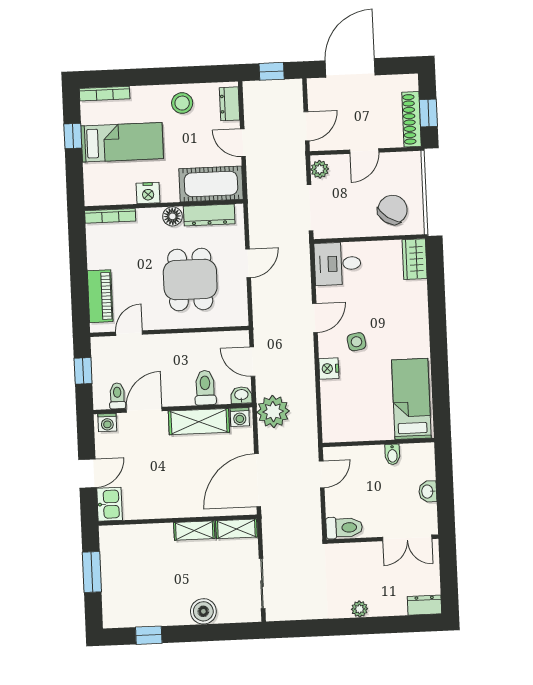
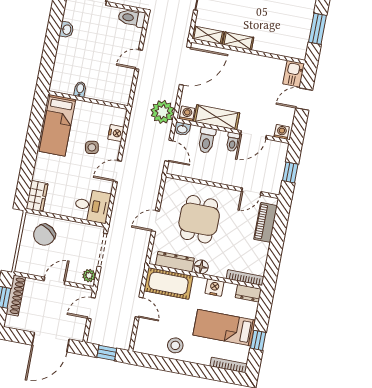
dresser: (230, 104) -> (248, 293), moved, turned 90
toilet: (117, 396) -> (233, 142), moved
bed: (411, 399) -> (57, 125), moved
wall: (378, 443) -> (88, 100), moved
bidet: (392, 454) -> (80, 89), moved

